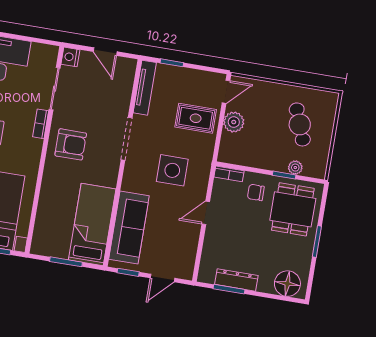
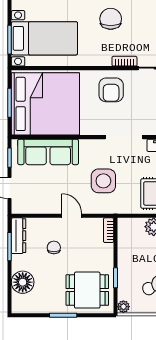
plant: (295, 168) -> (123, 307), moved
chair: (256, 192) -> (54, 247), moved
bed: (92, 224) -> (45, 104), width x2.04
dresser: (236, 280) -> (18, 236), moved
floor lamp: (287, 284) -> (23, 282), moved

